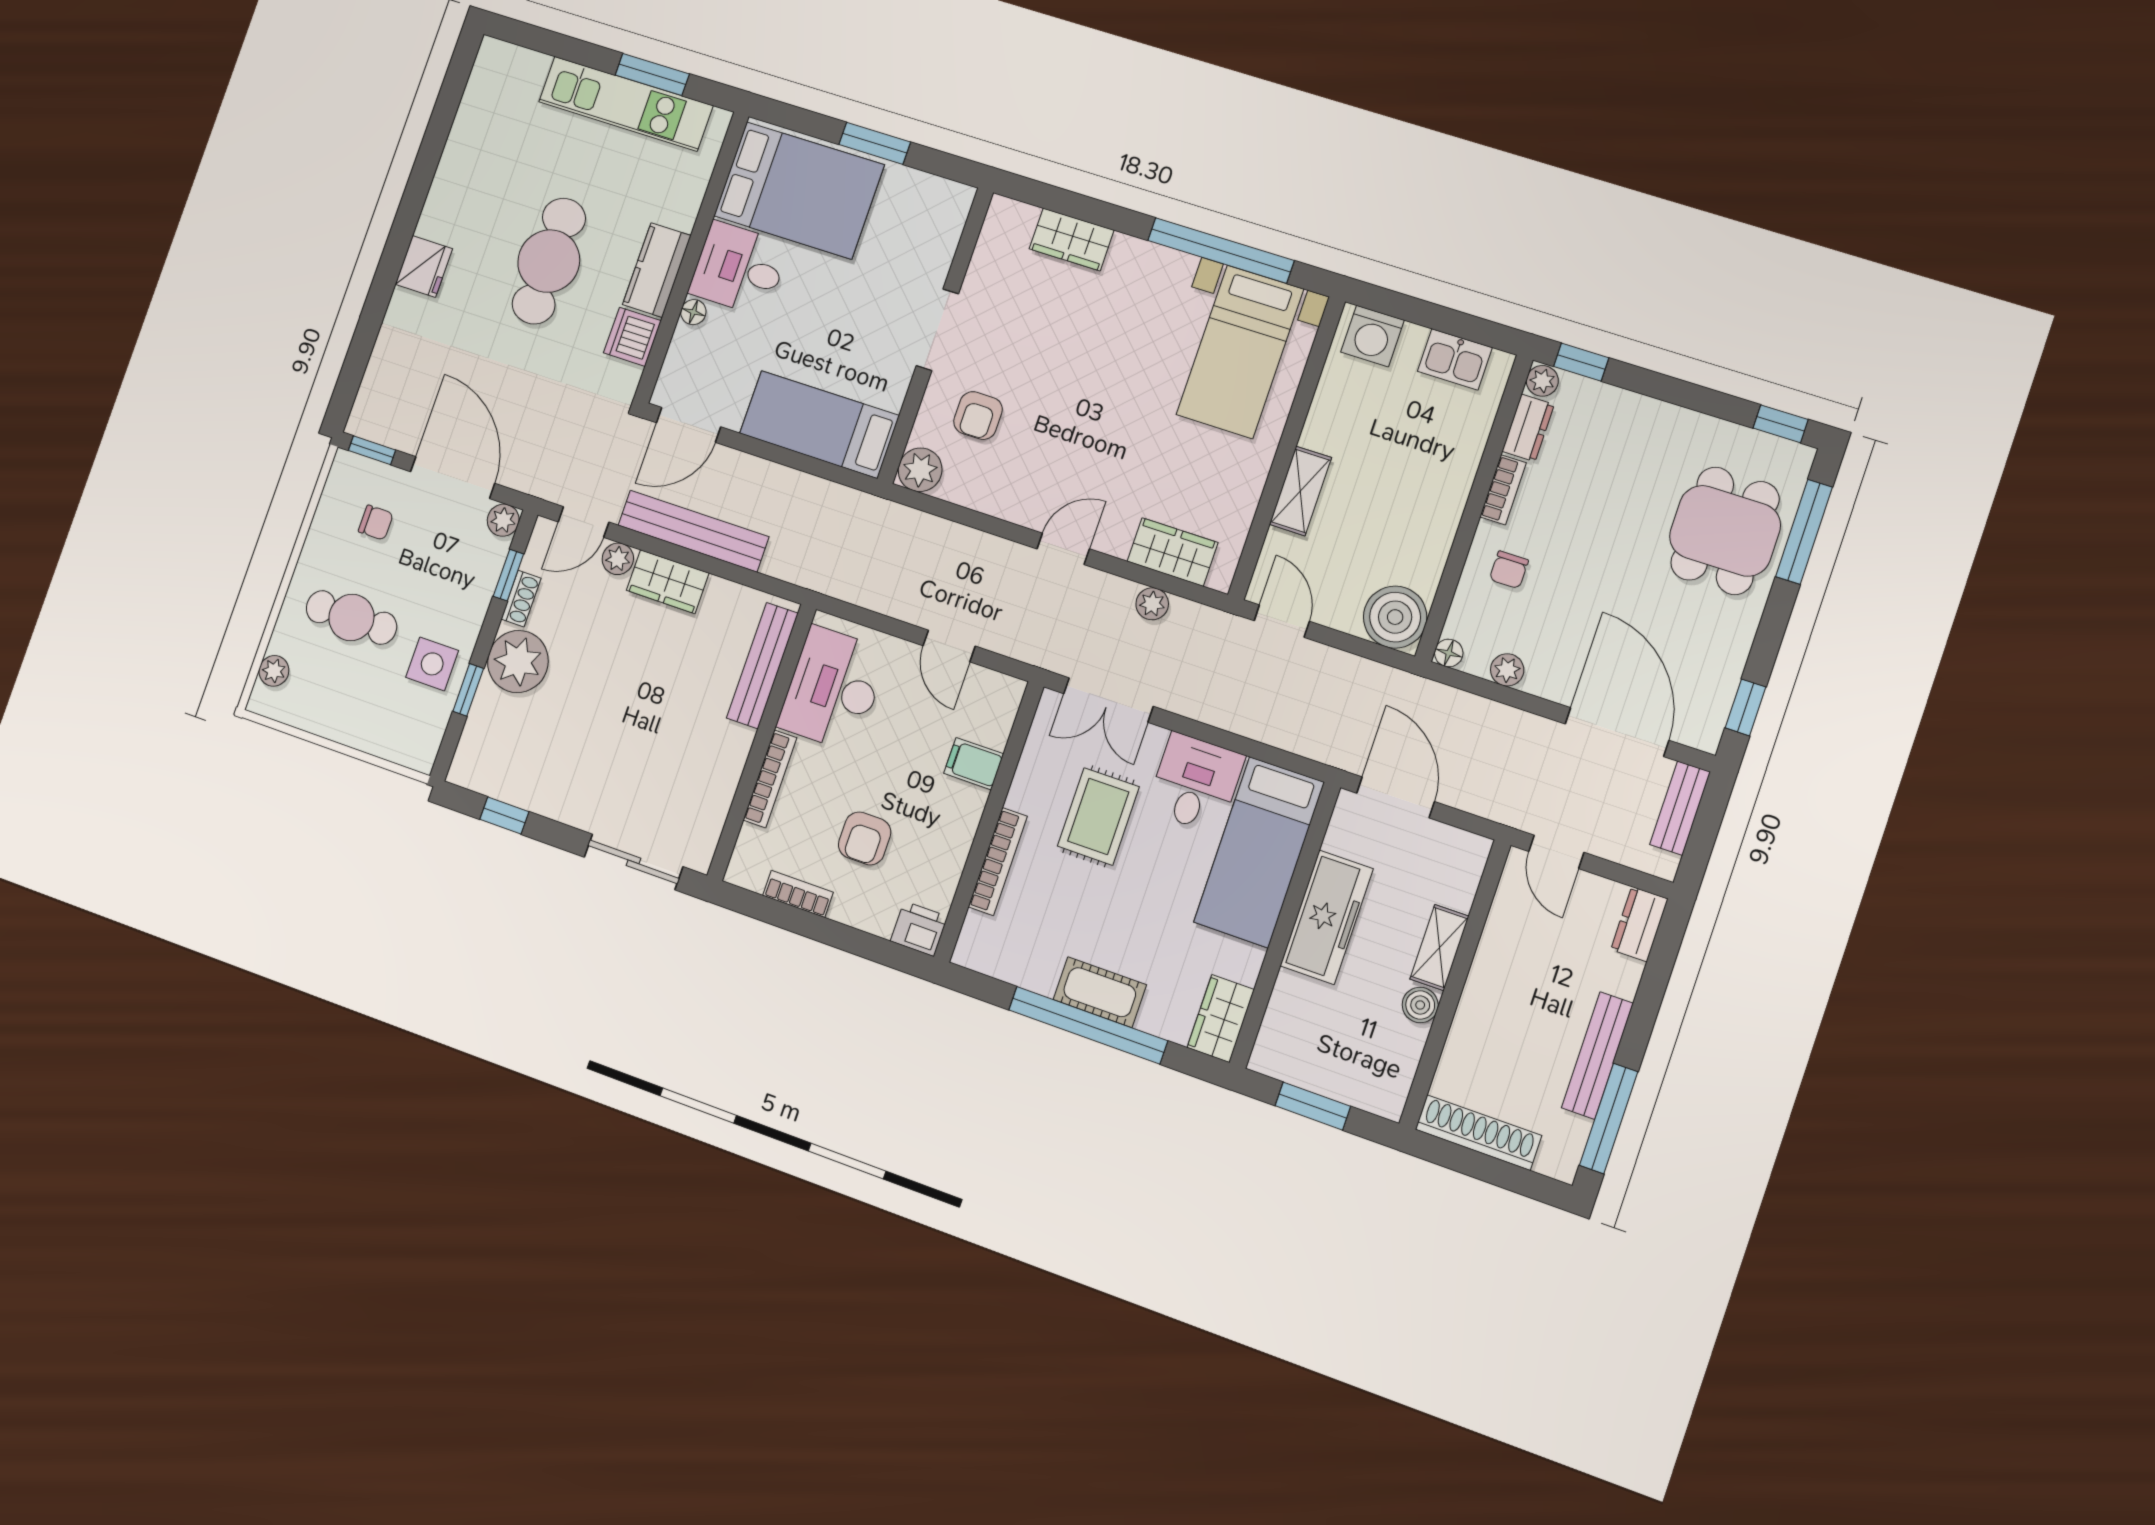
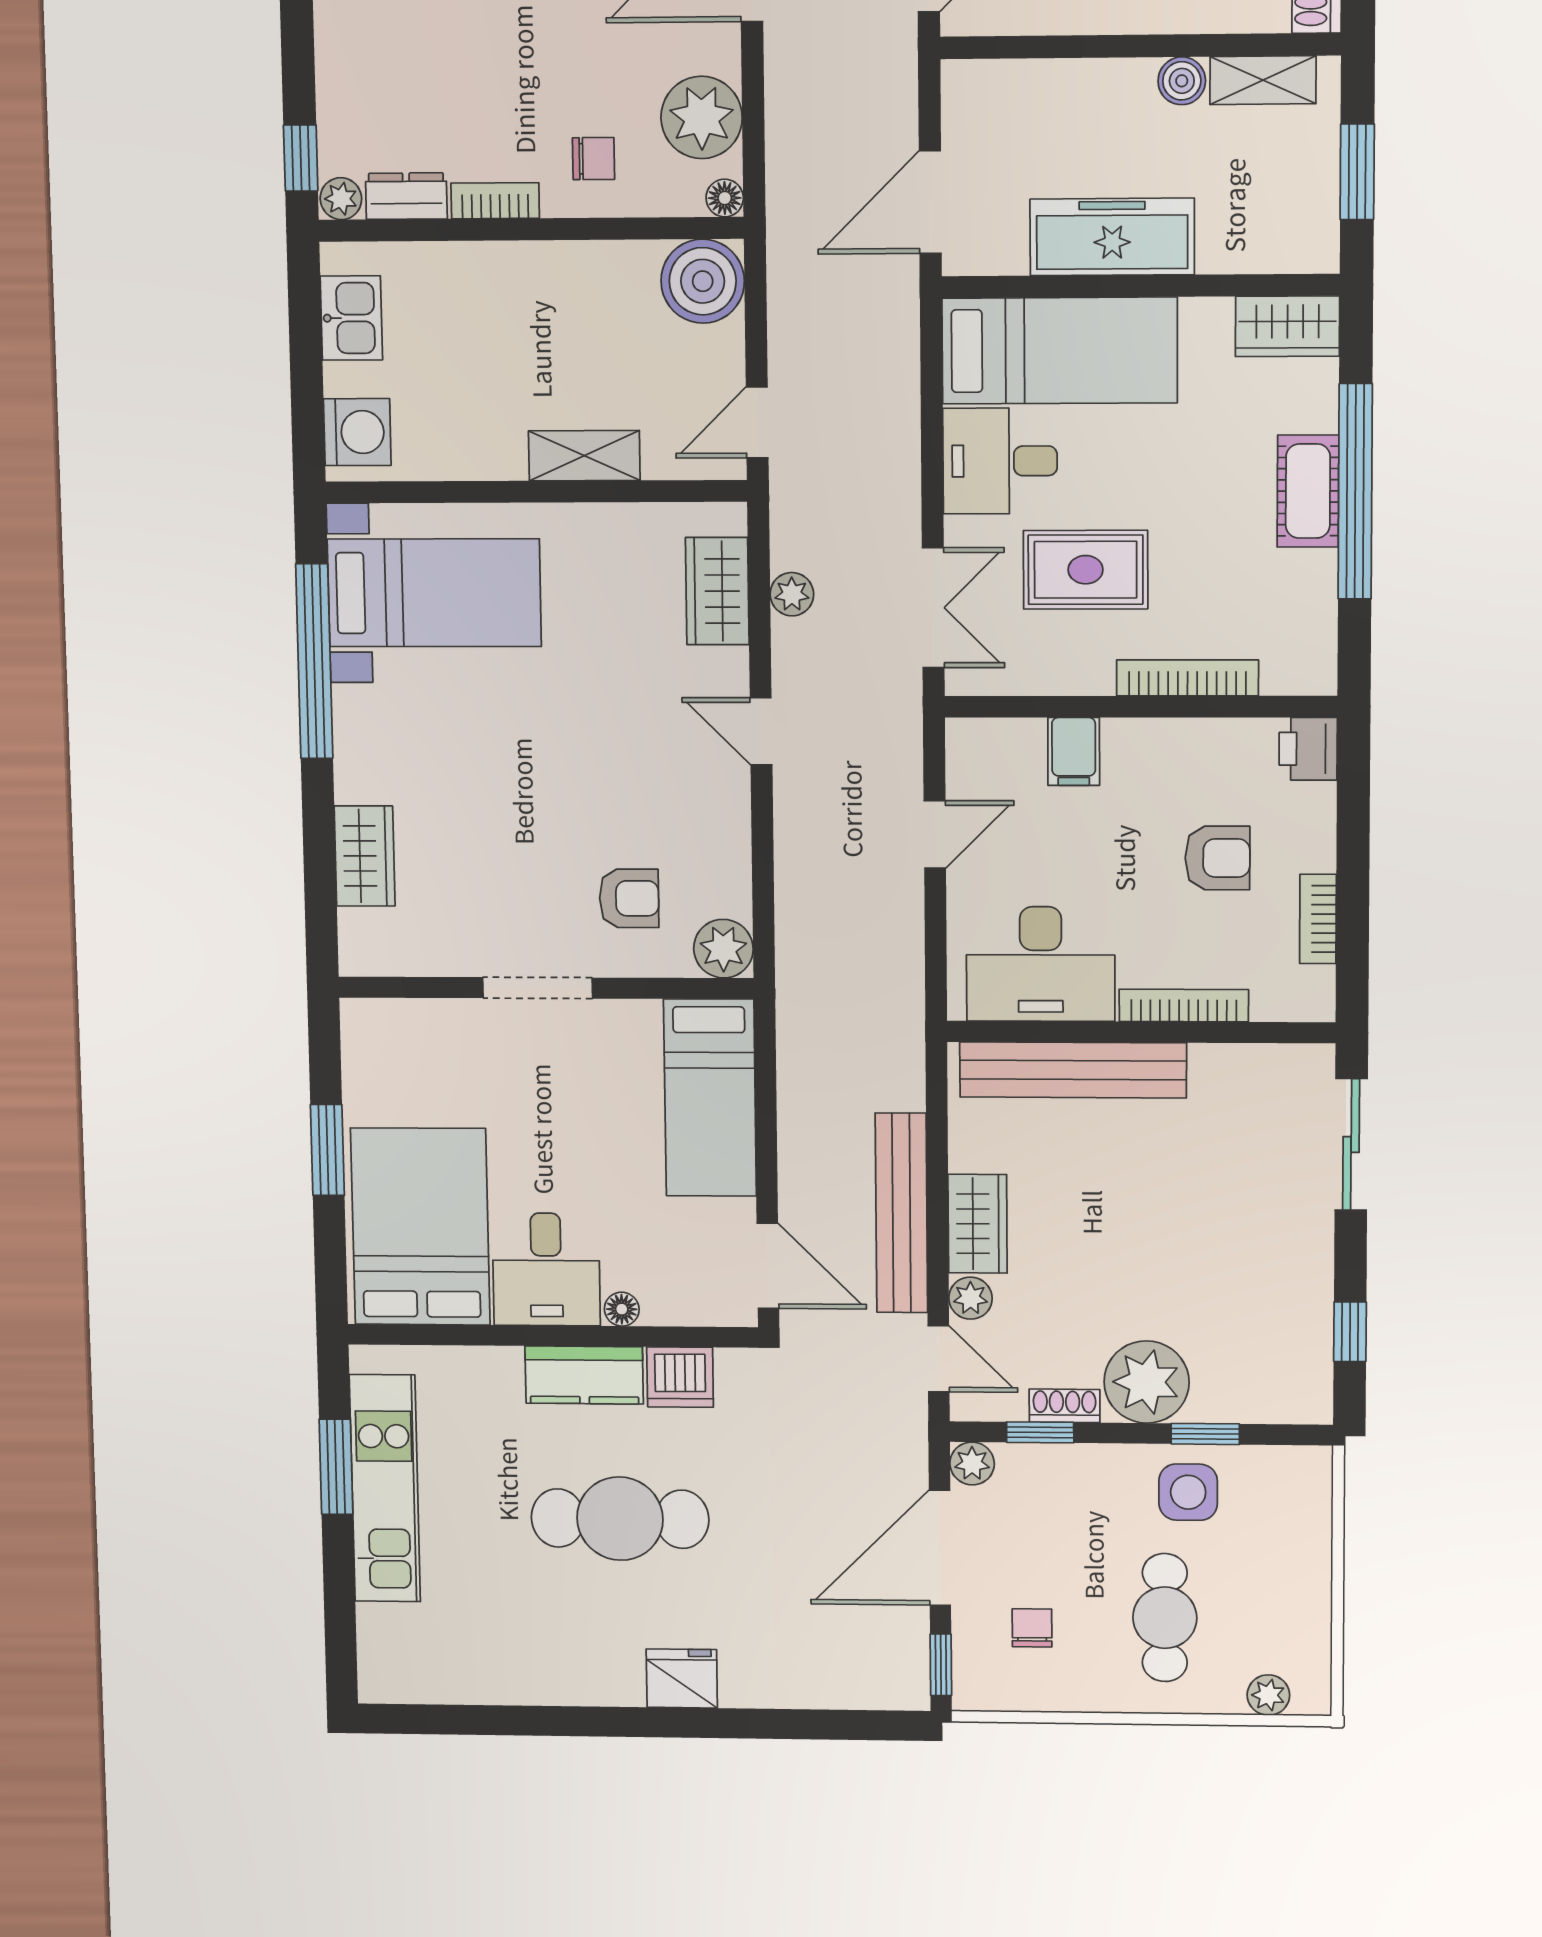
bench: (762, 666) -> (1073, 1070), width x1.37, depth x1.21
plant: (1507, 670) -> (702, 117), width x1.87, depth x1.87
shelving: (1439, 948) -> (1263, 80), moved

